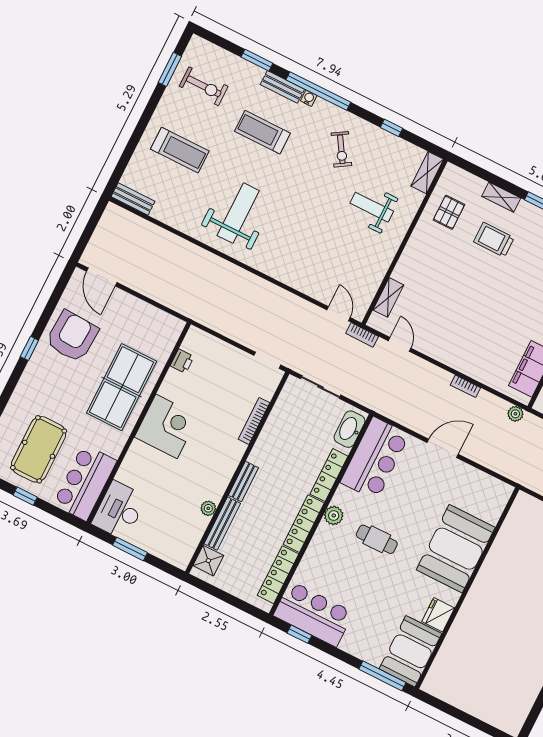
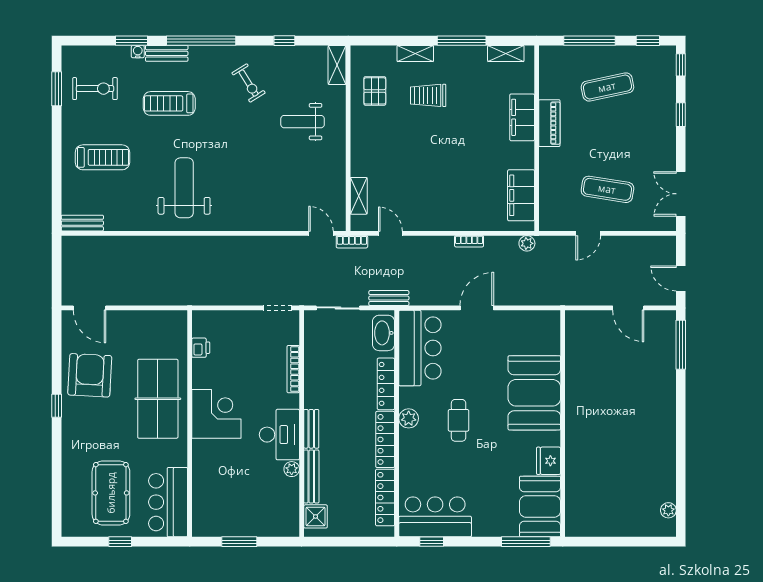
water cooler: (309, 98) -> (138, 52), moved
bench: (370, 401) -> (389, 298), added
desk: (119, 510) -> (279, 435), moved, turned 180
cafe table: (377, 539) -> (459, 420), turned 90
plant: (522, 711) -> (668, 510), added

